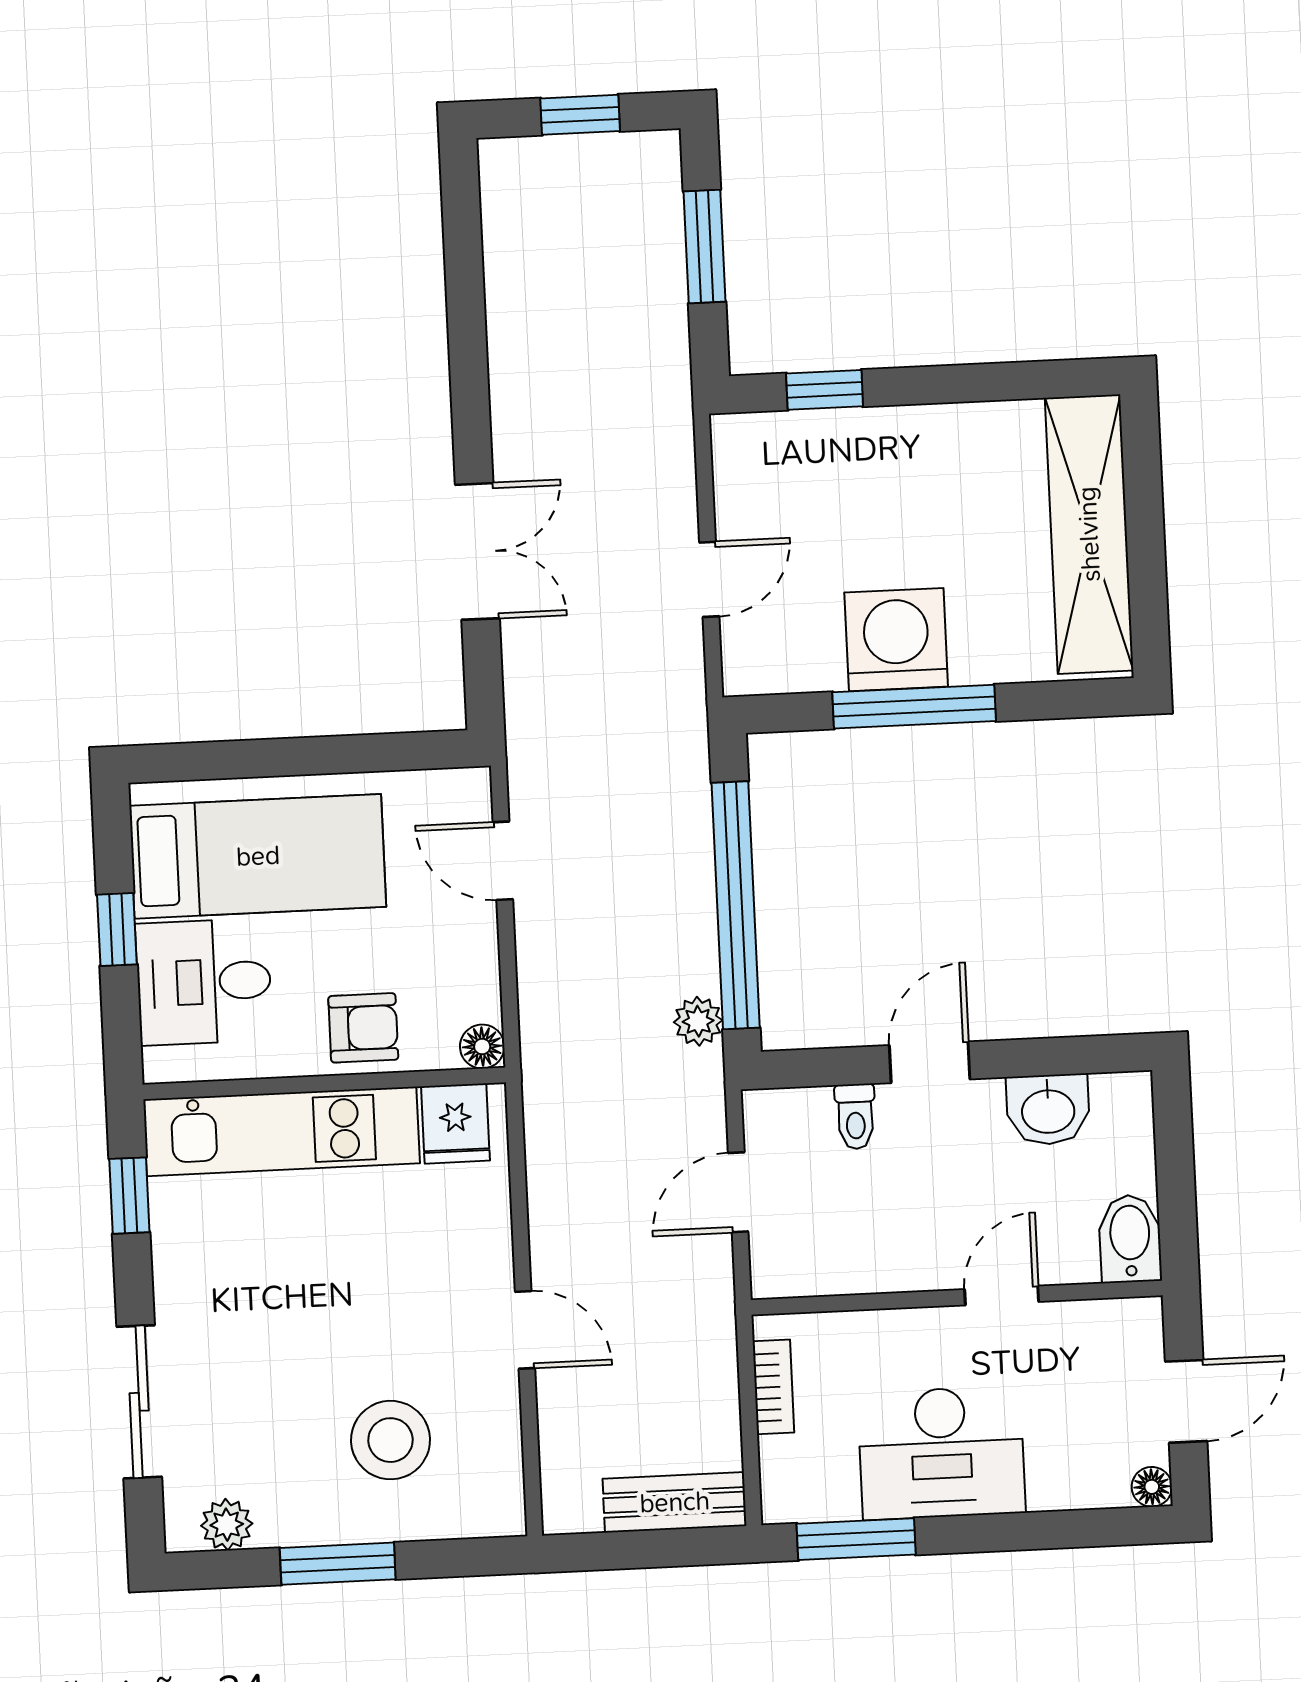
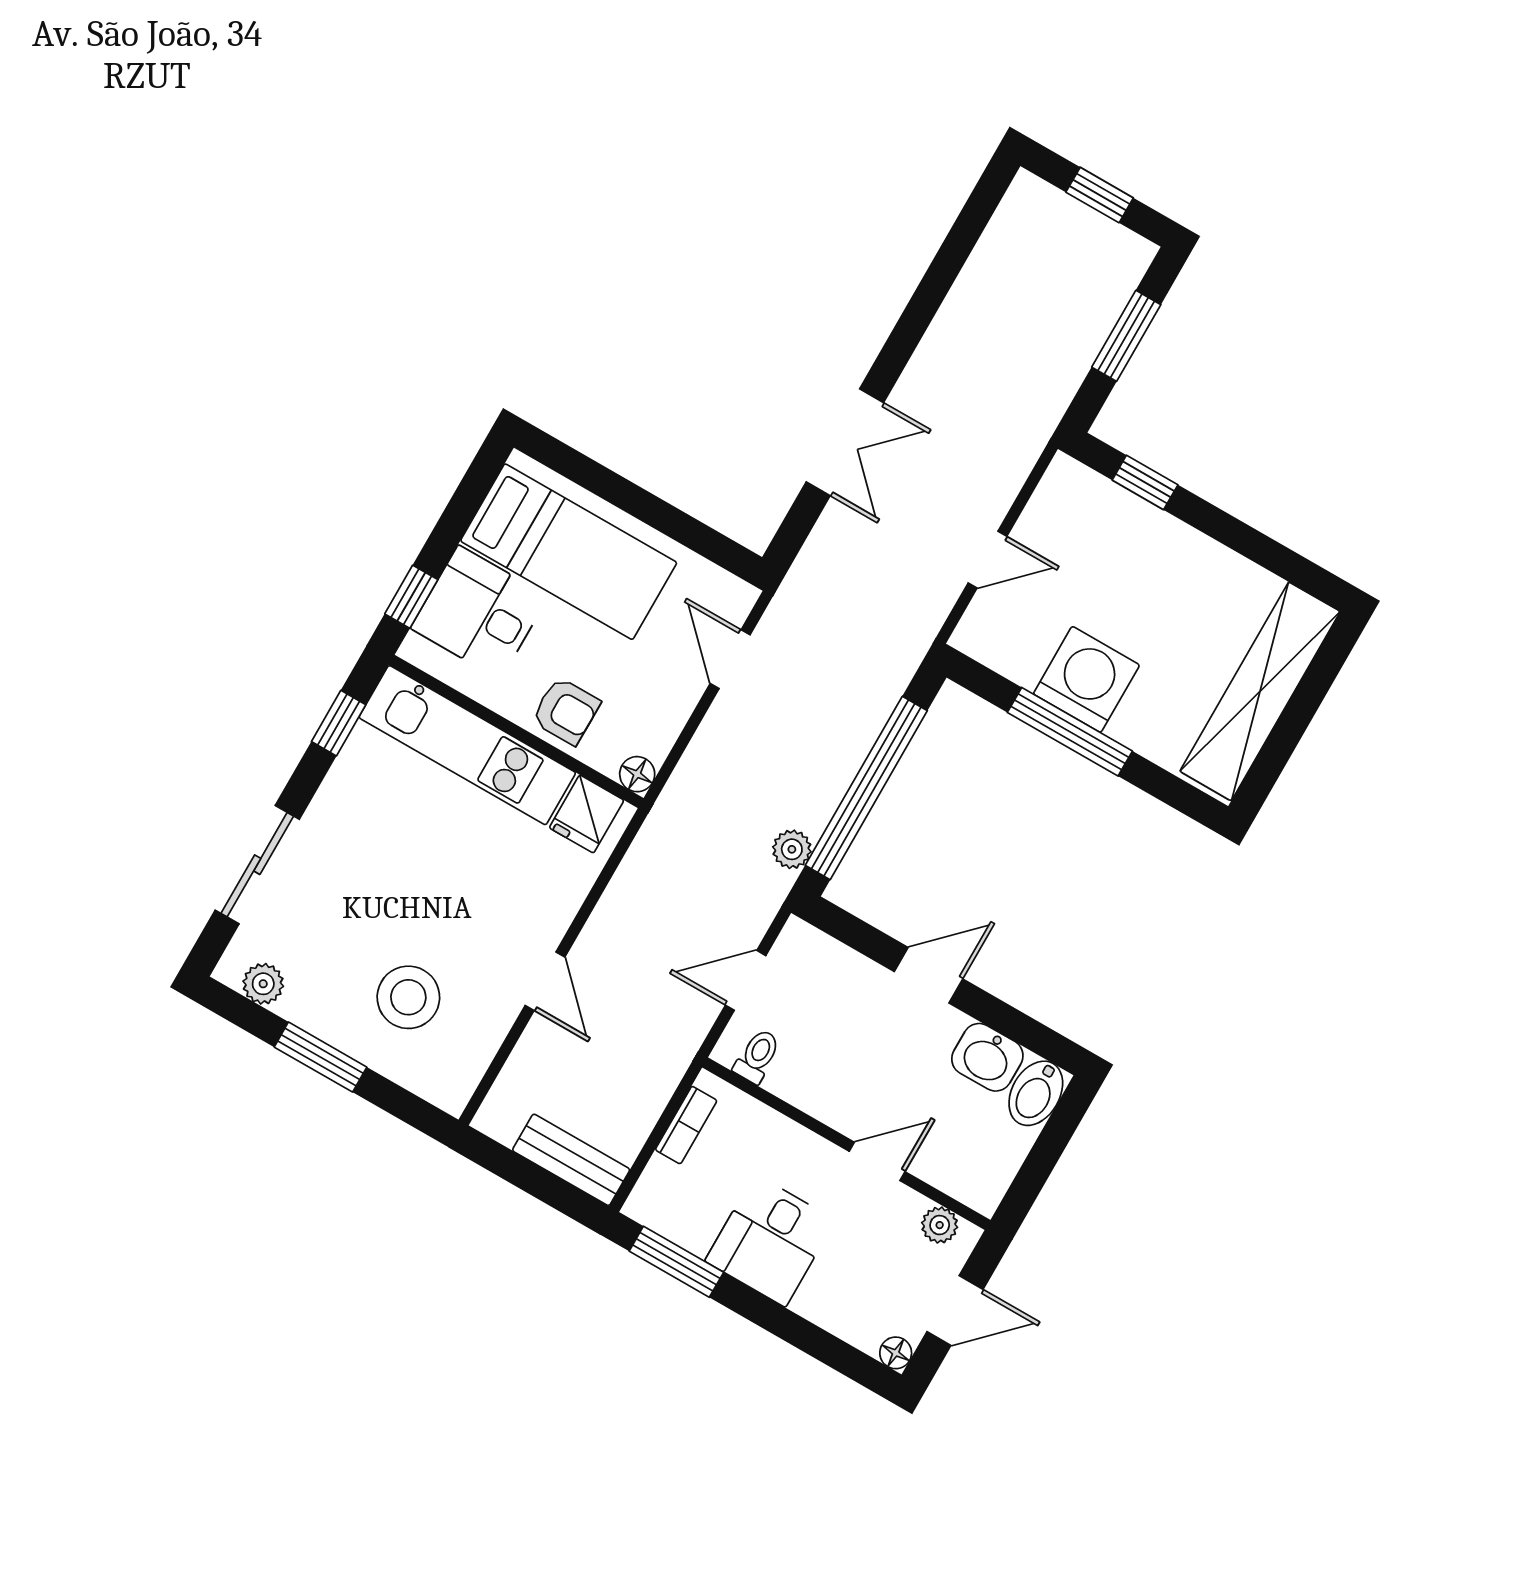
window: (117, 930) -> (411, 597), moved
toilet: (855, 1116) -> (757, 1056), moved, turned 180
bidet: (1130, 1239) -> (1036, 1093), moved, turned 180
plant: (1111, 1321) -> (940, 1225), added
desk: (941, 1453) -> (770, 1241), width x0.73

